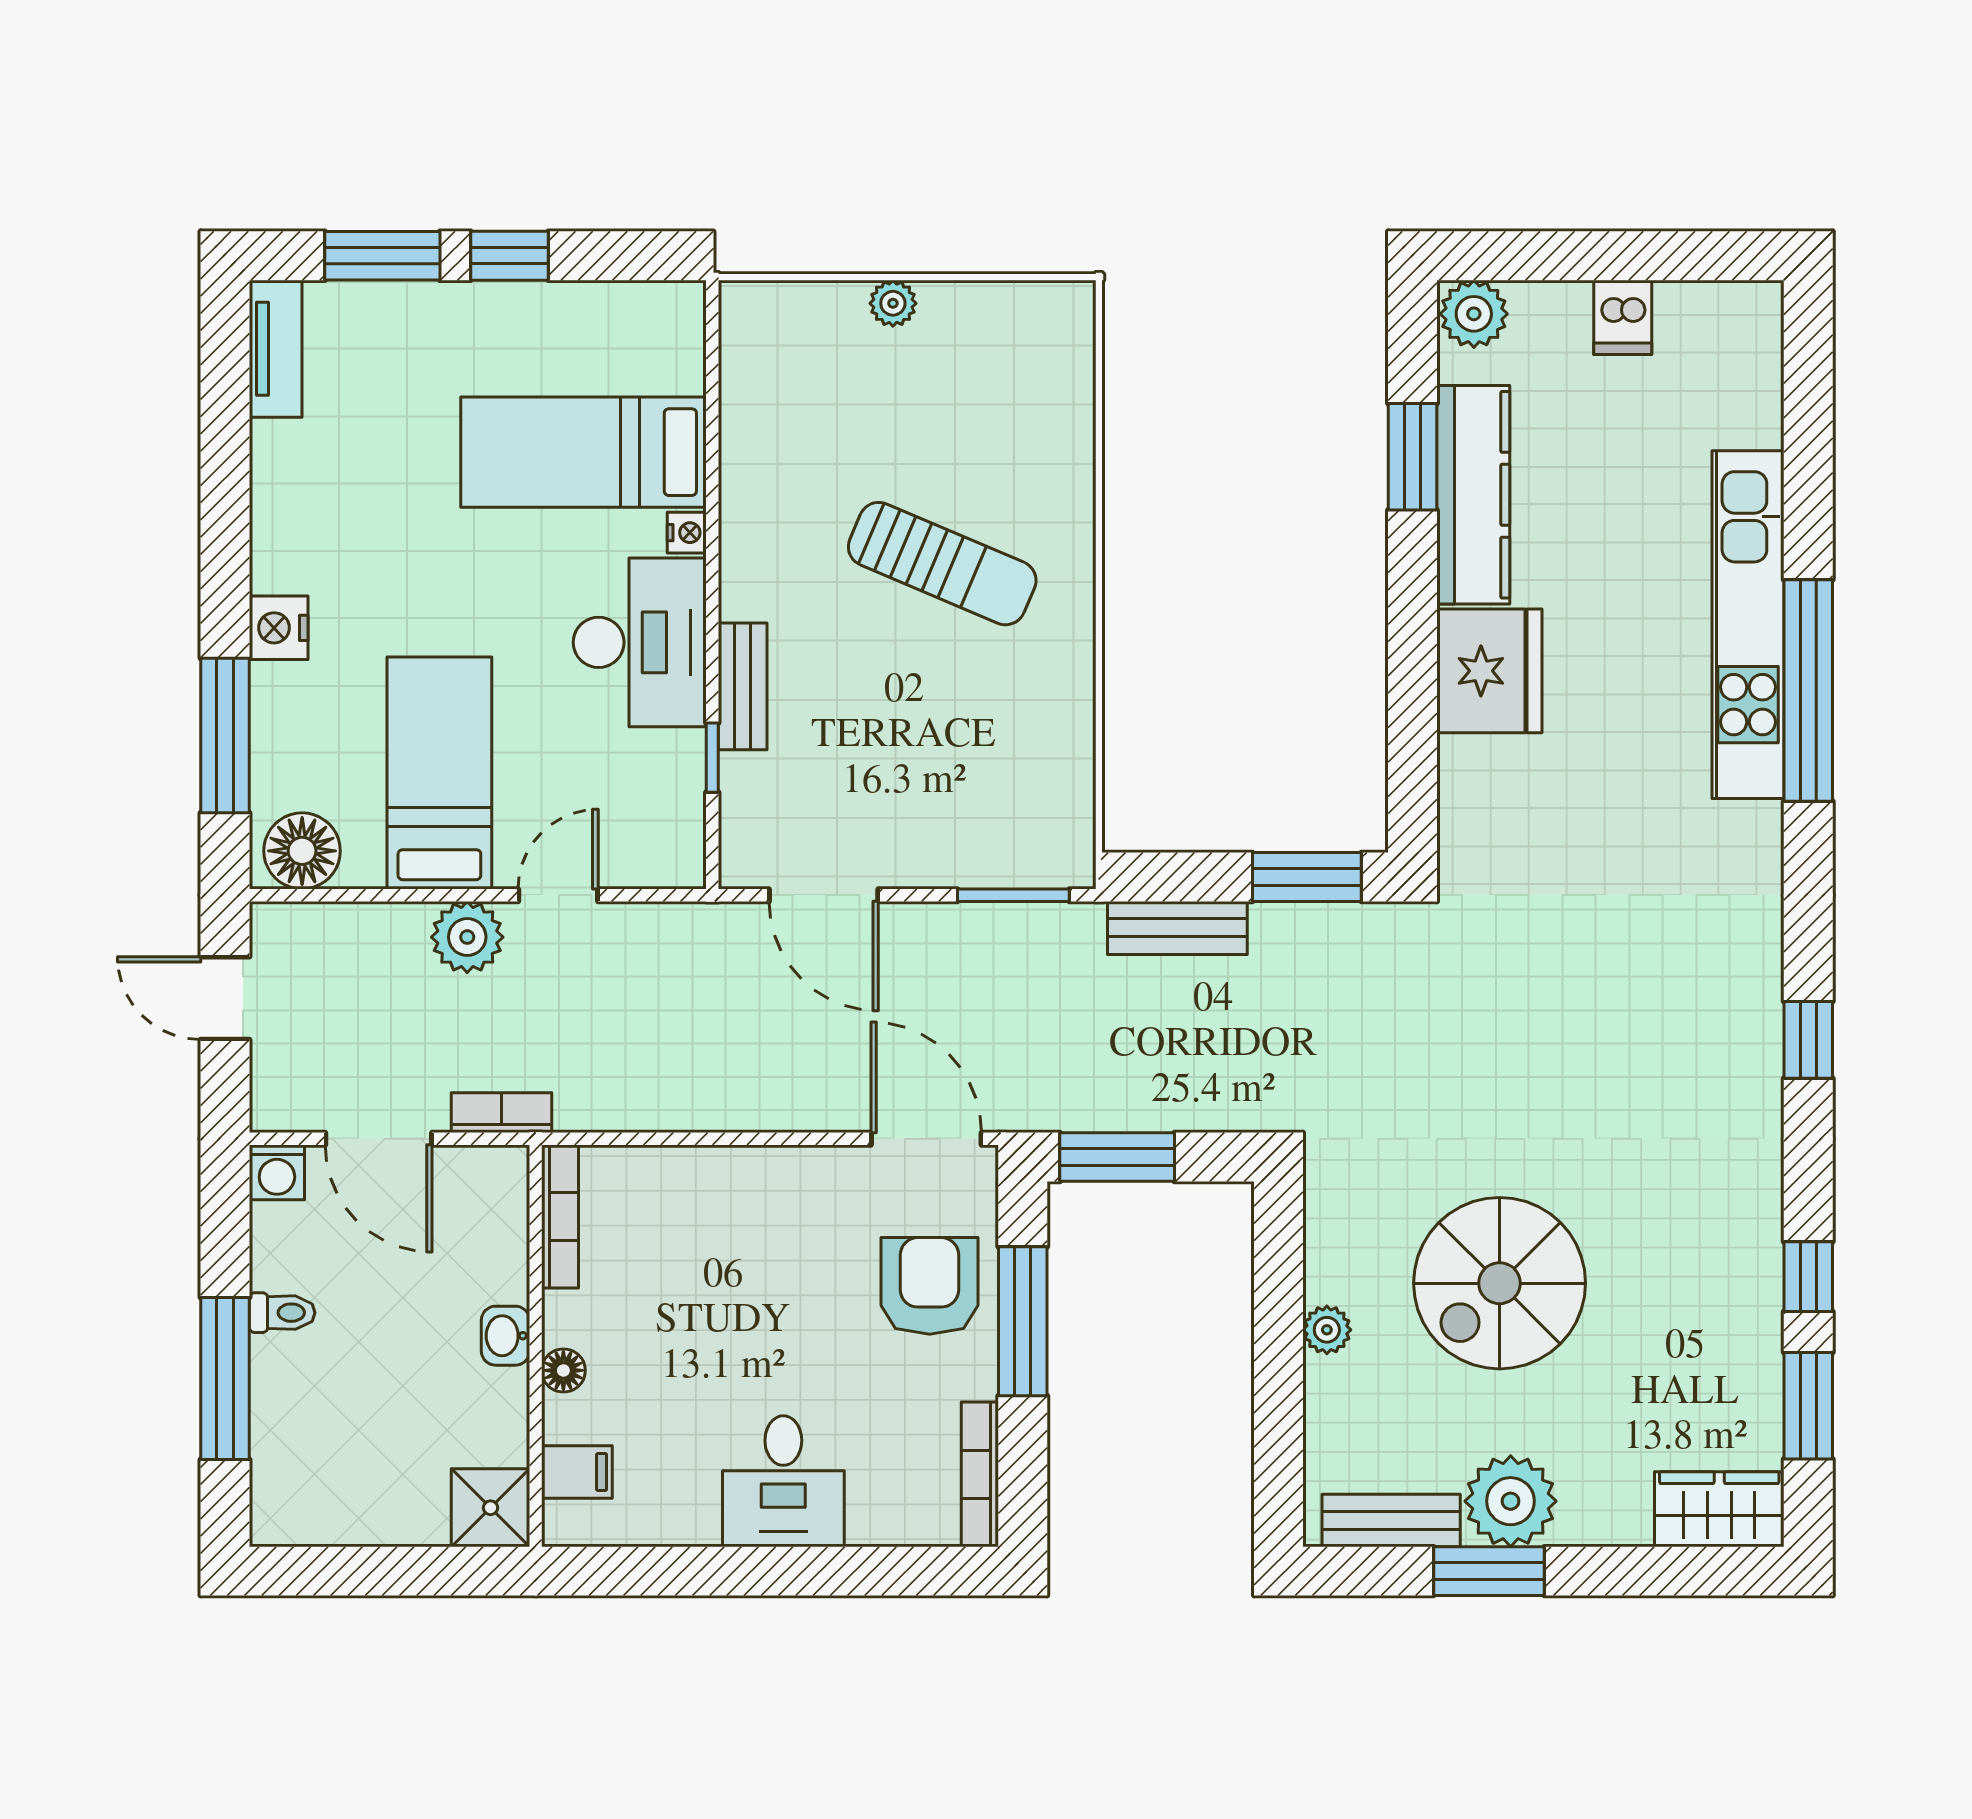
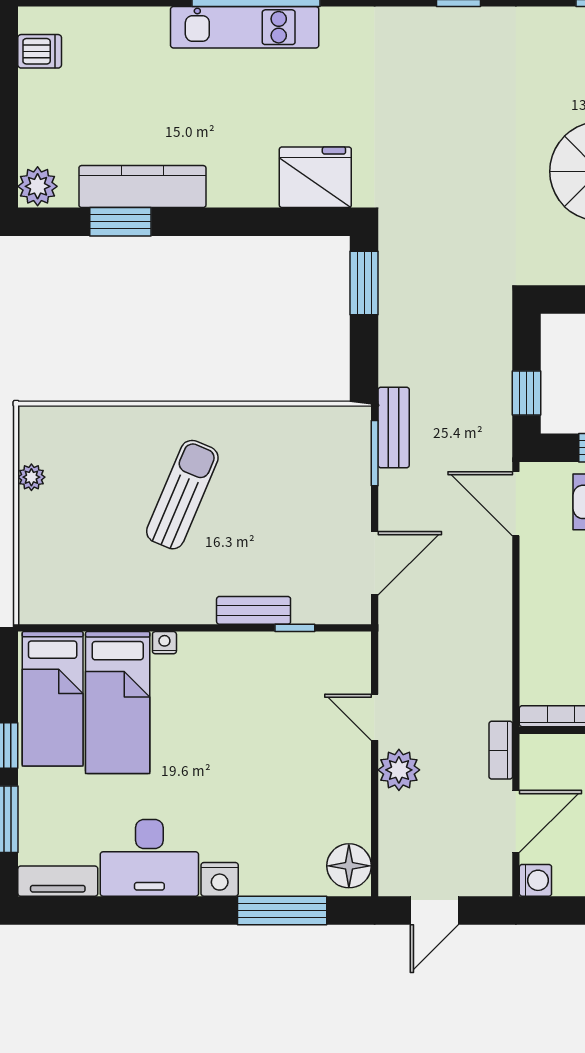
plant: (893, 303) -> (31, 477), moved
dishwasher: (1623, 317) -> (40, 51), moved
kitchen unit: (1748, 625) -> (245, 27), width x0.73
desk: (640, 642) -> (149, 858), moved, turned 180
fridge: (1489, 671) -> (315, 177), moved
bed: (439, 773) -> (53, 699), moved, turned -90
bench: (1177, 928) -> (394, 427), moved
door: (926, 1139) -> (516, 504), hinge flipped
window: (1117, 1157) -> (527, 393), width x0.67

